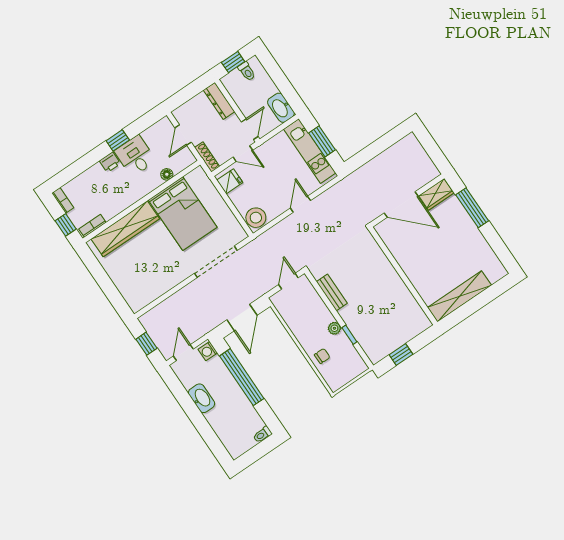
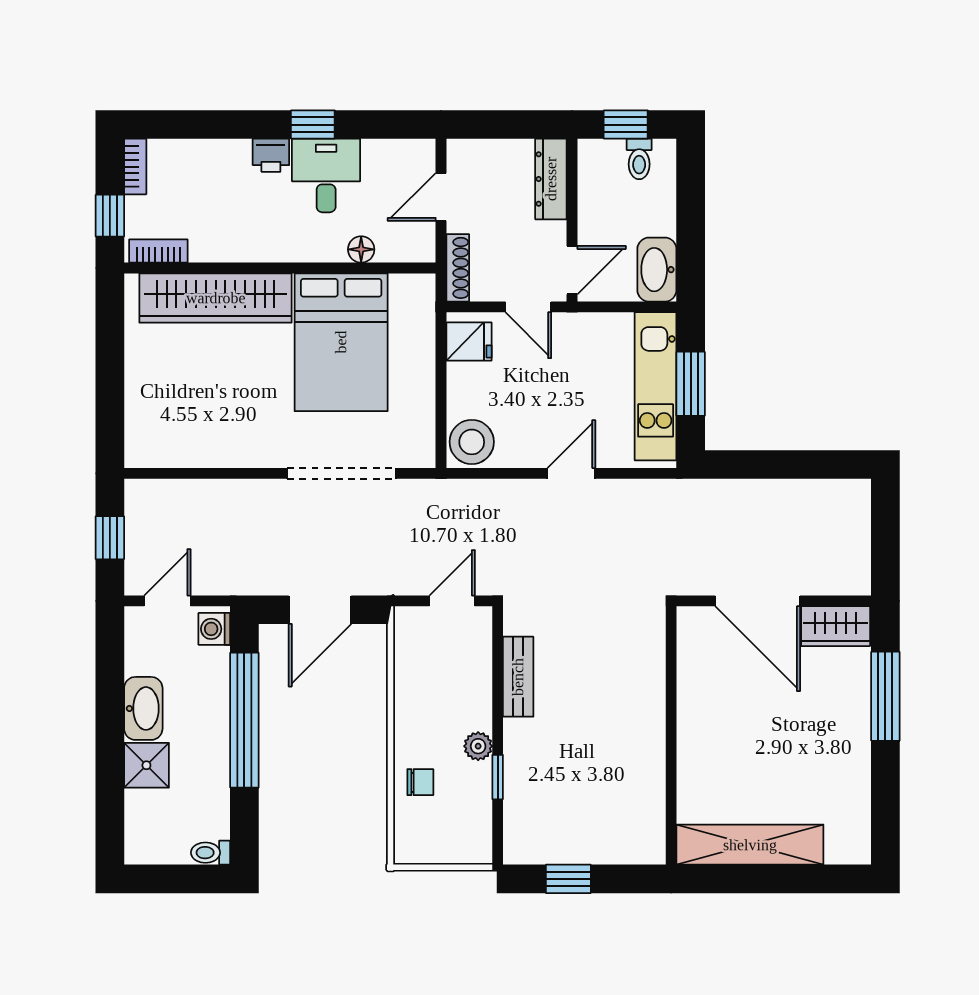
shower: (217, 418) -> (146, 765), added

